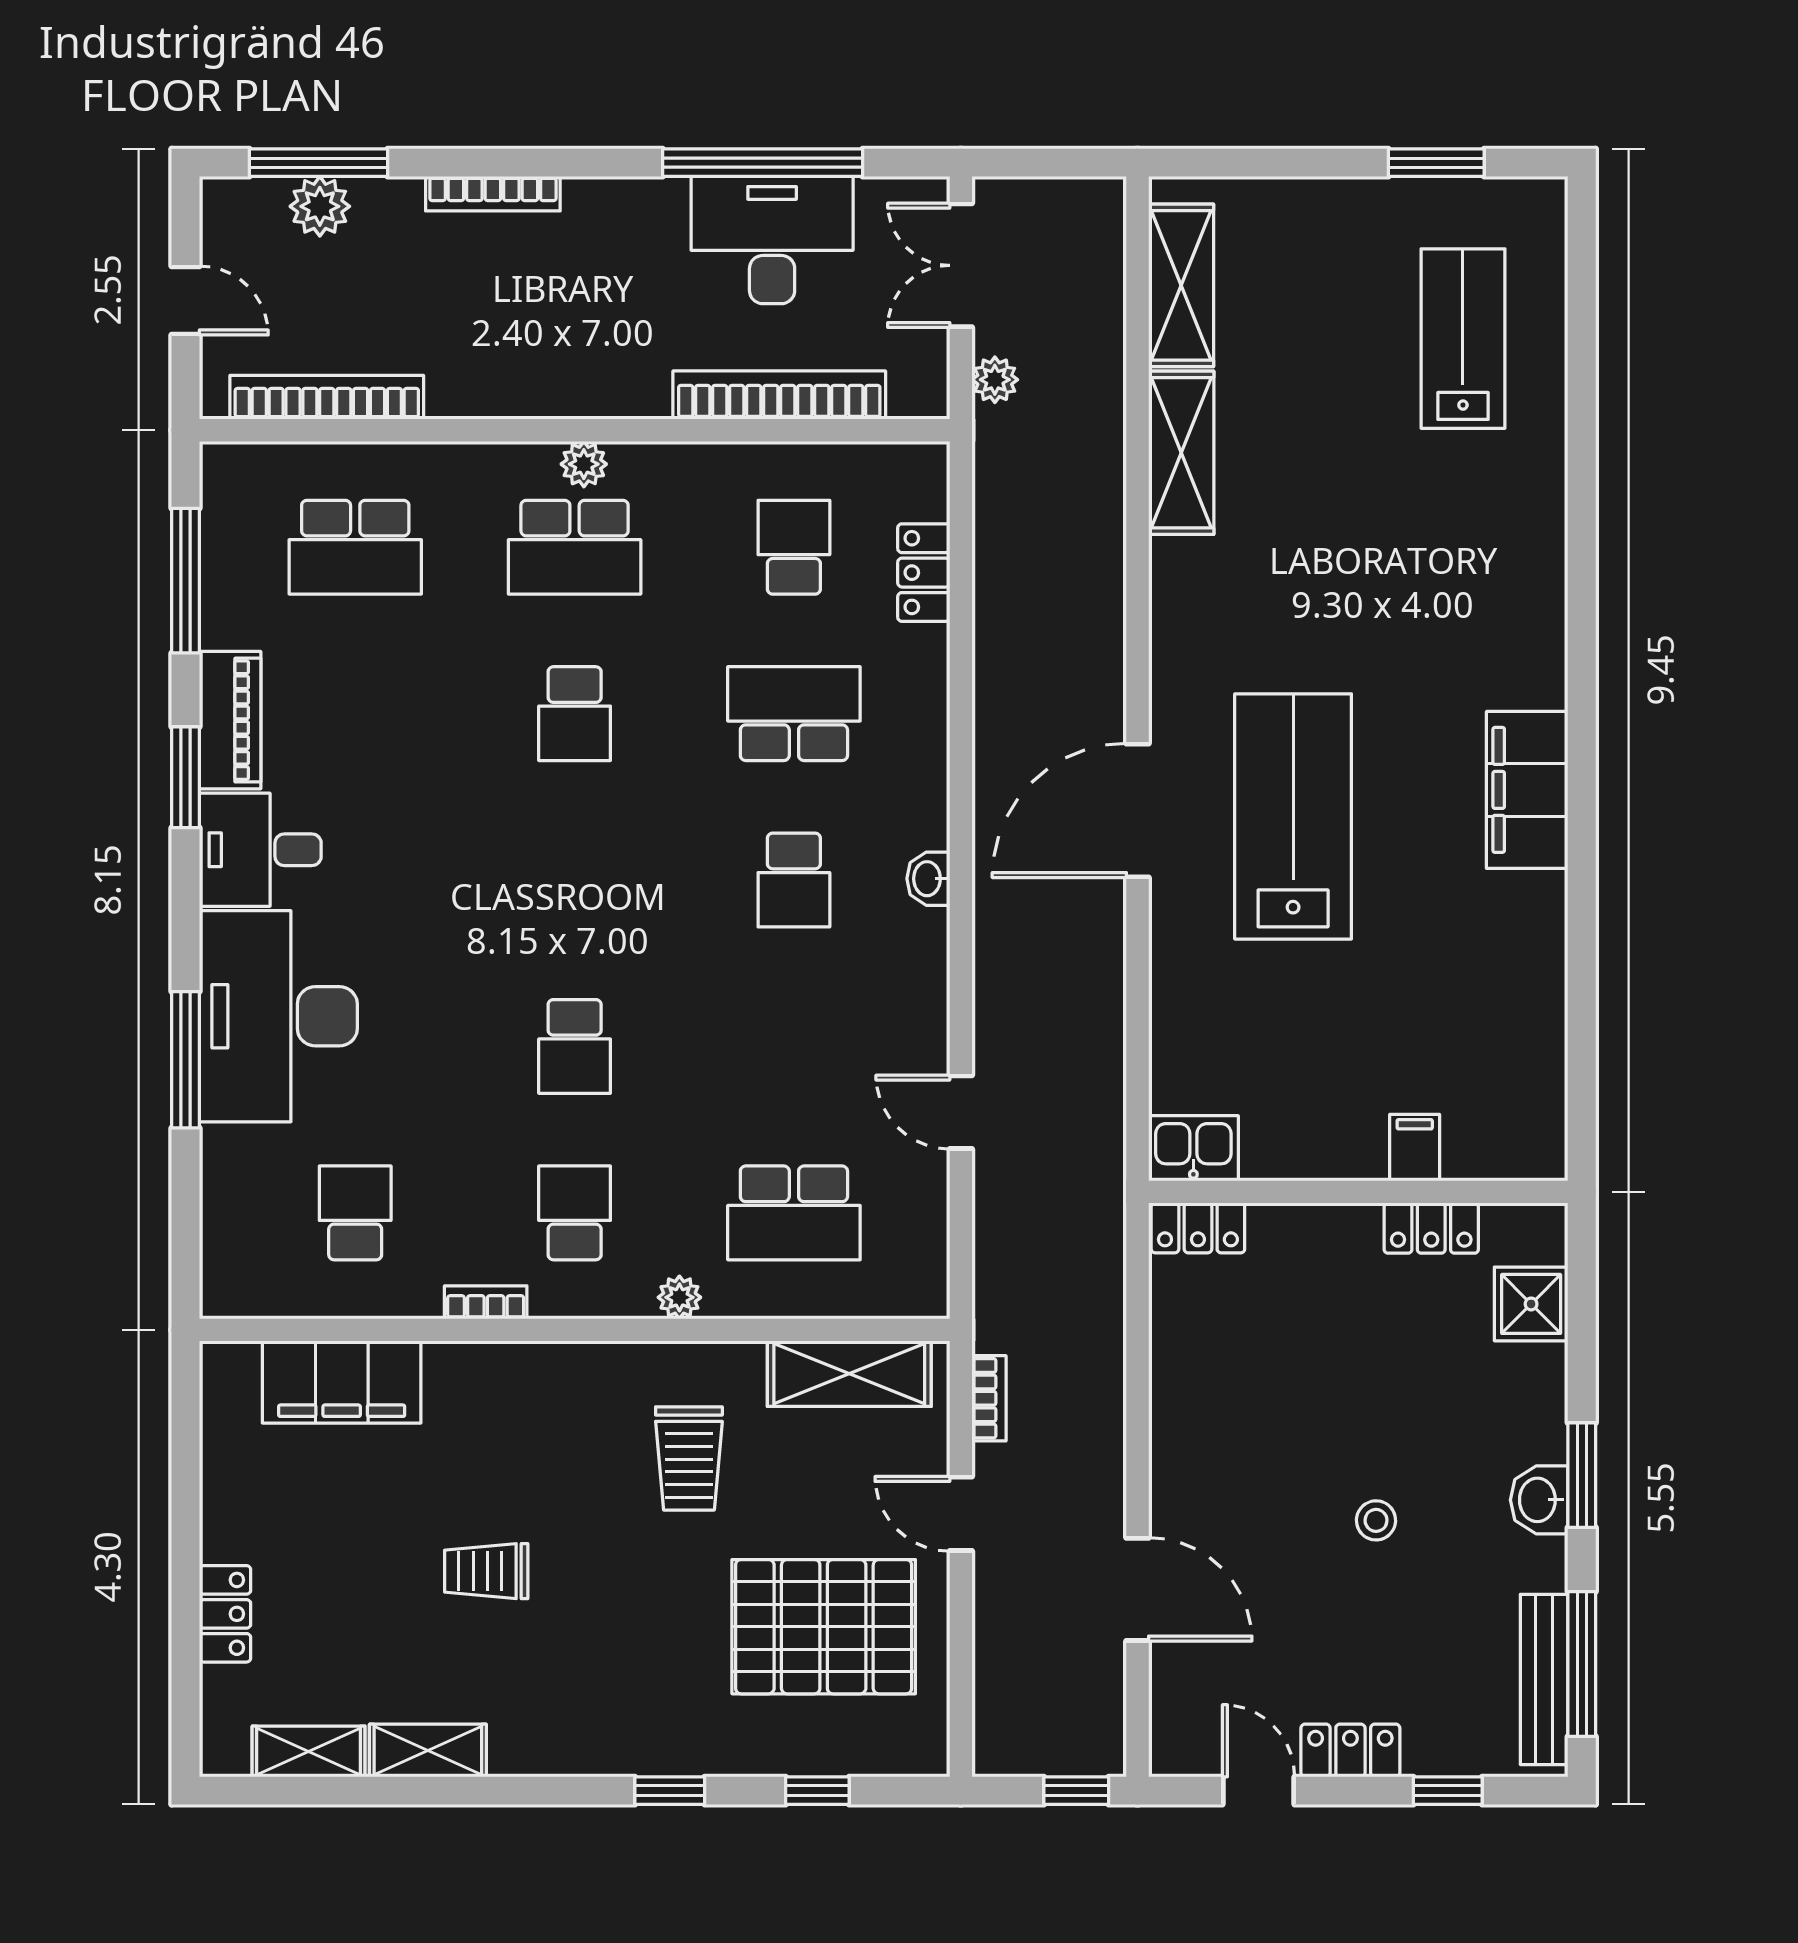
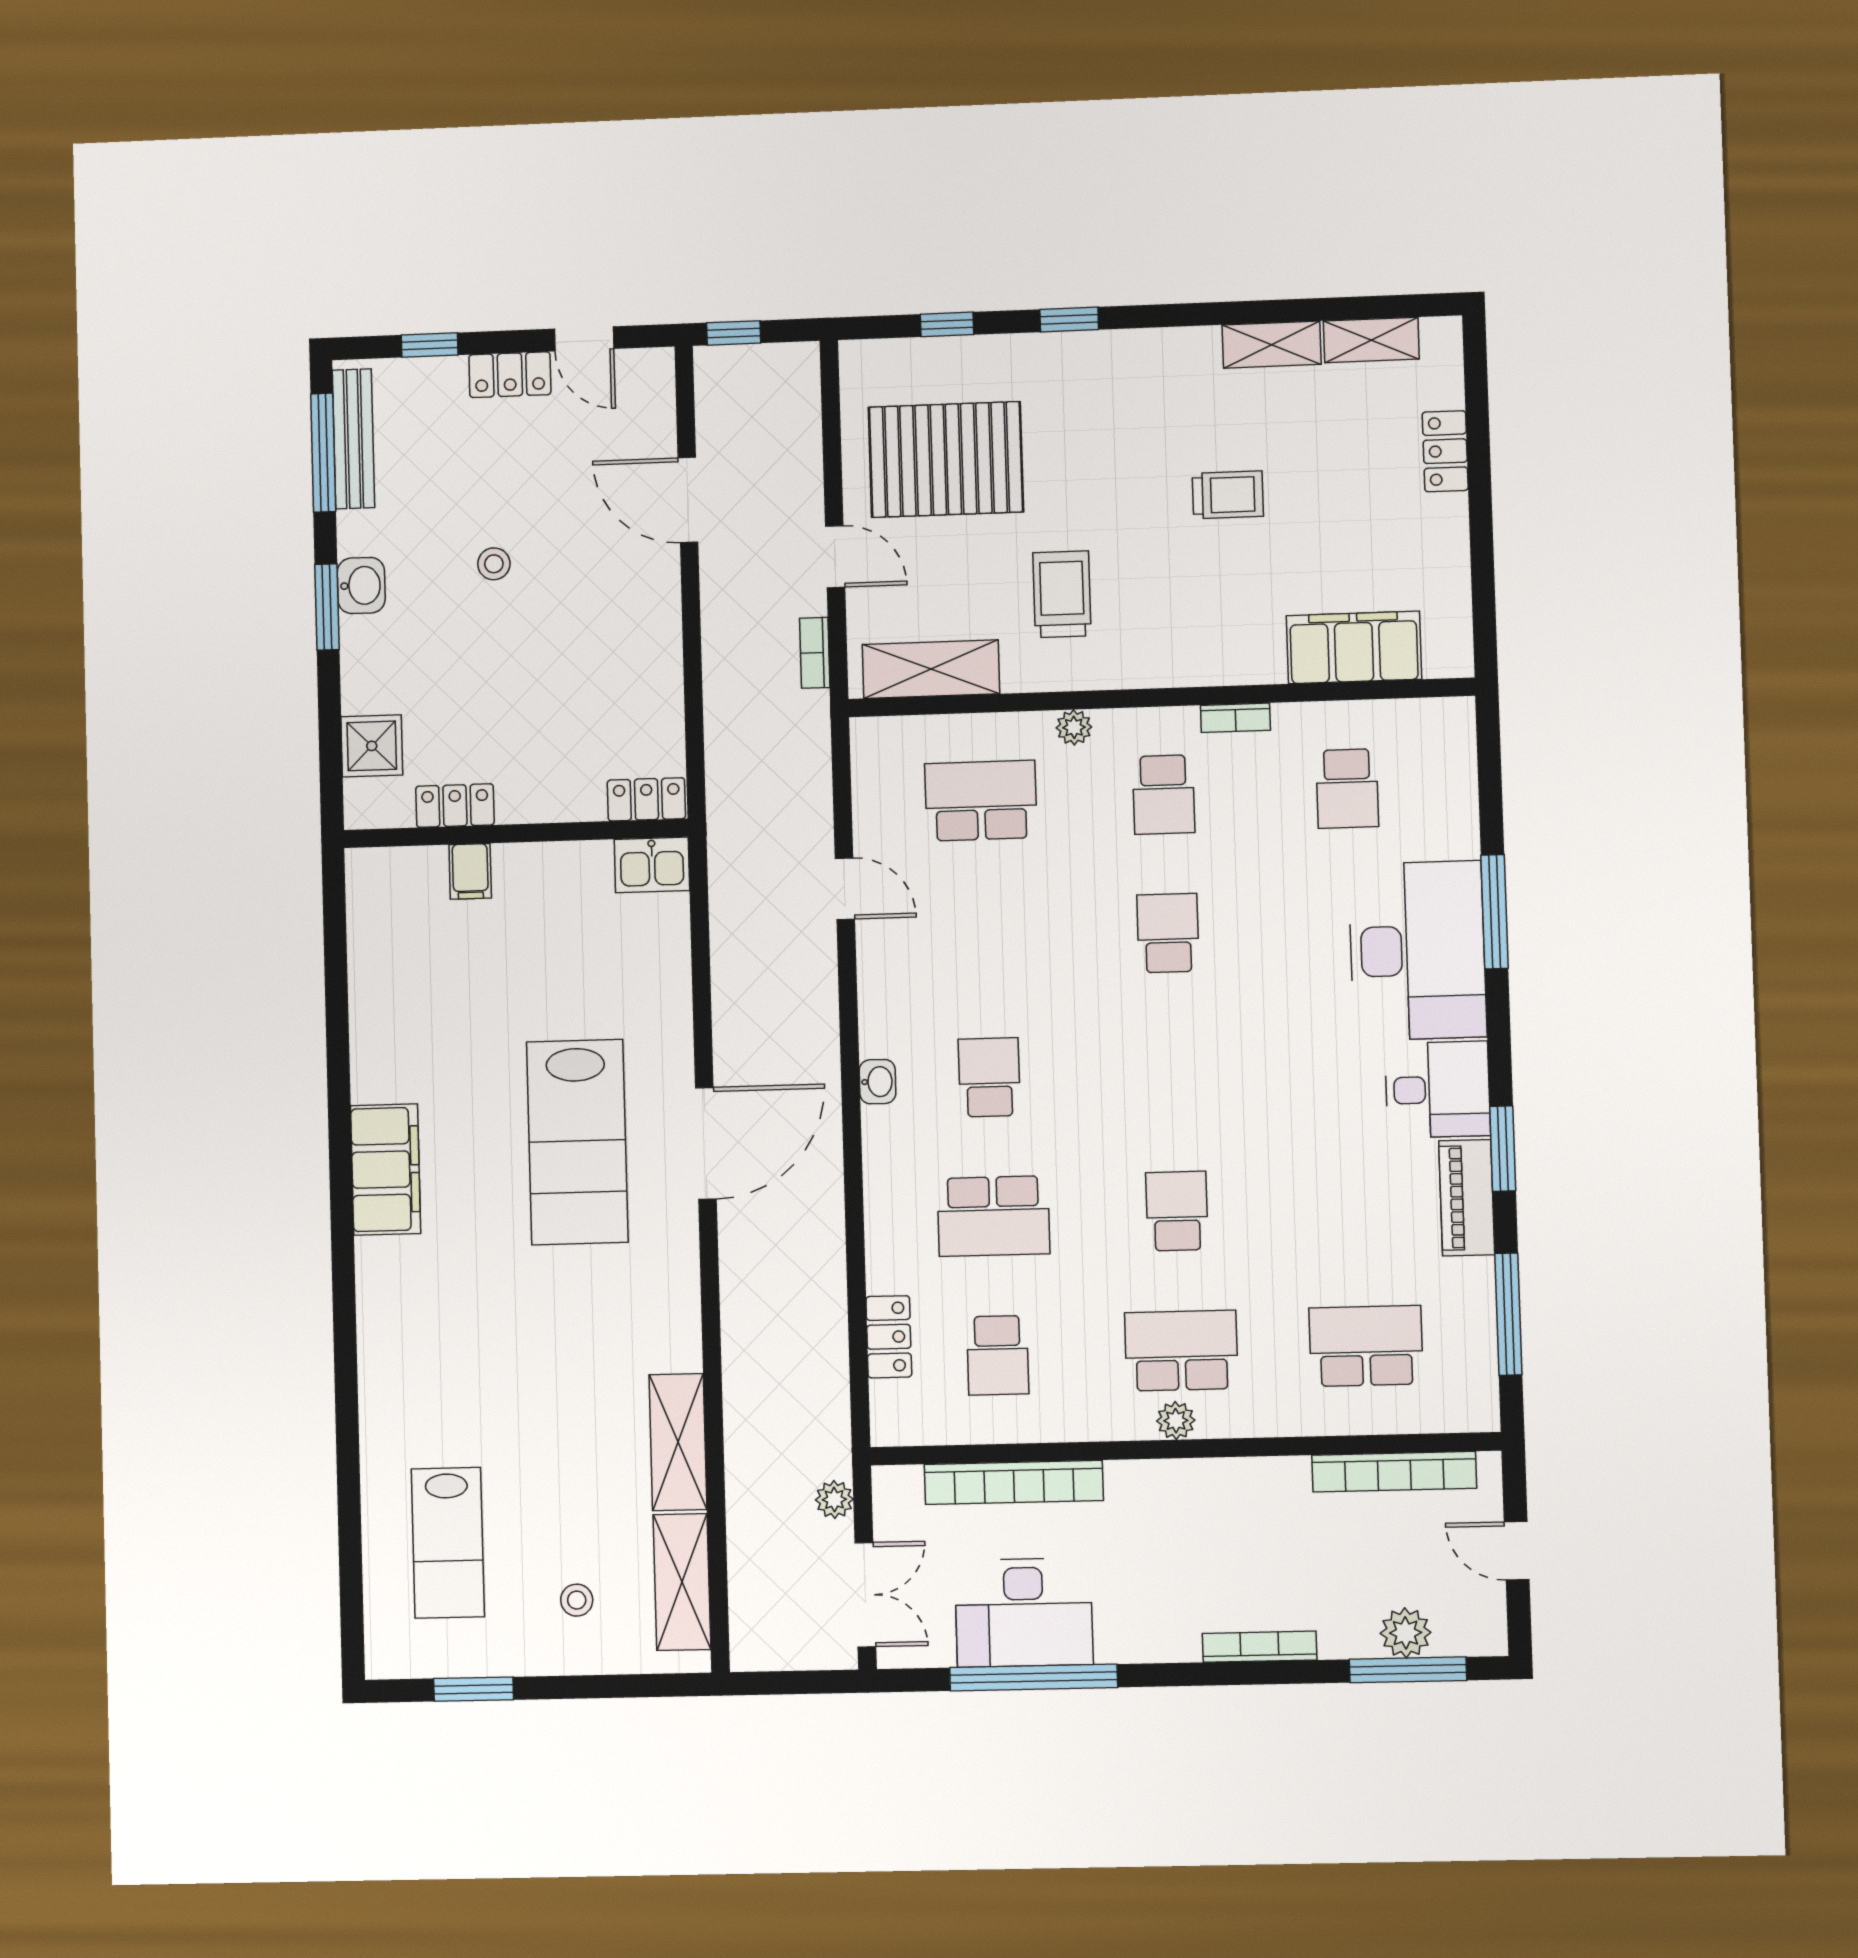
stool: (1309, 267) -> (577, 1600), added

